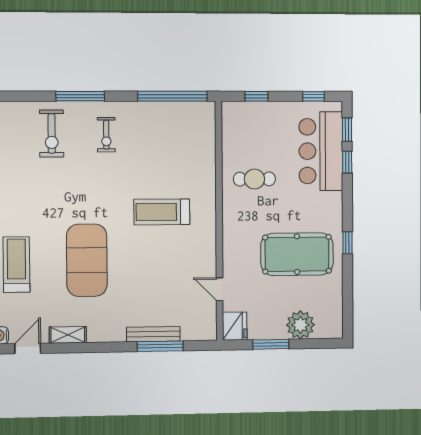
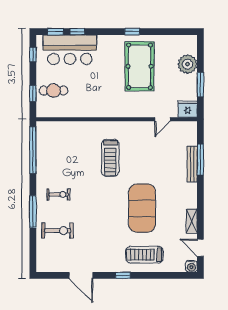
cafe table: (254, 179) -> (54, 90), moved, turned 90
exercise mat: (87, 260) -> (142, 208), turned 90

